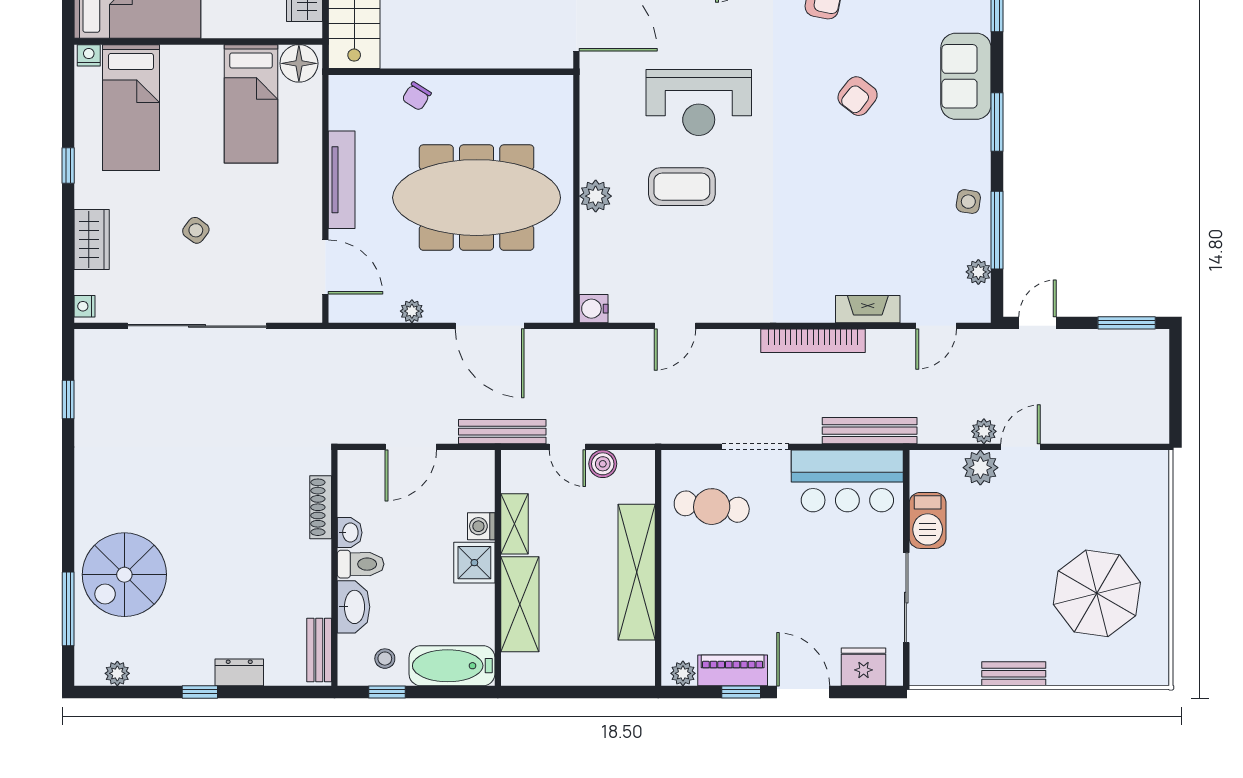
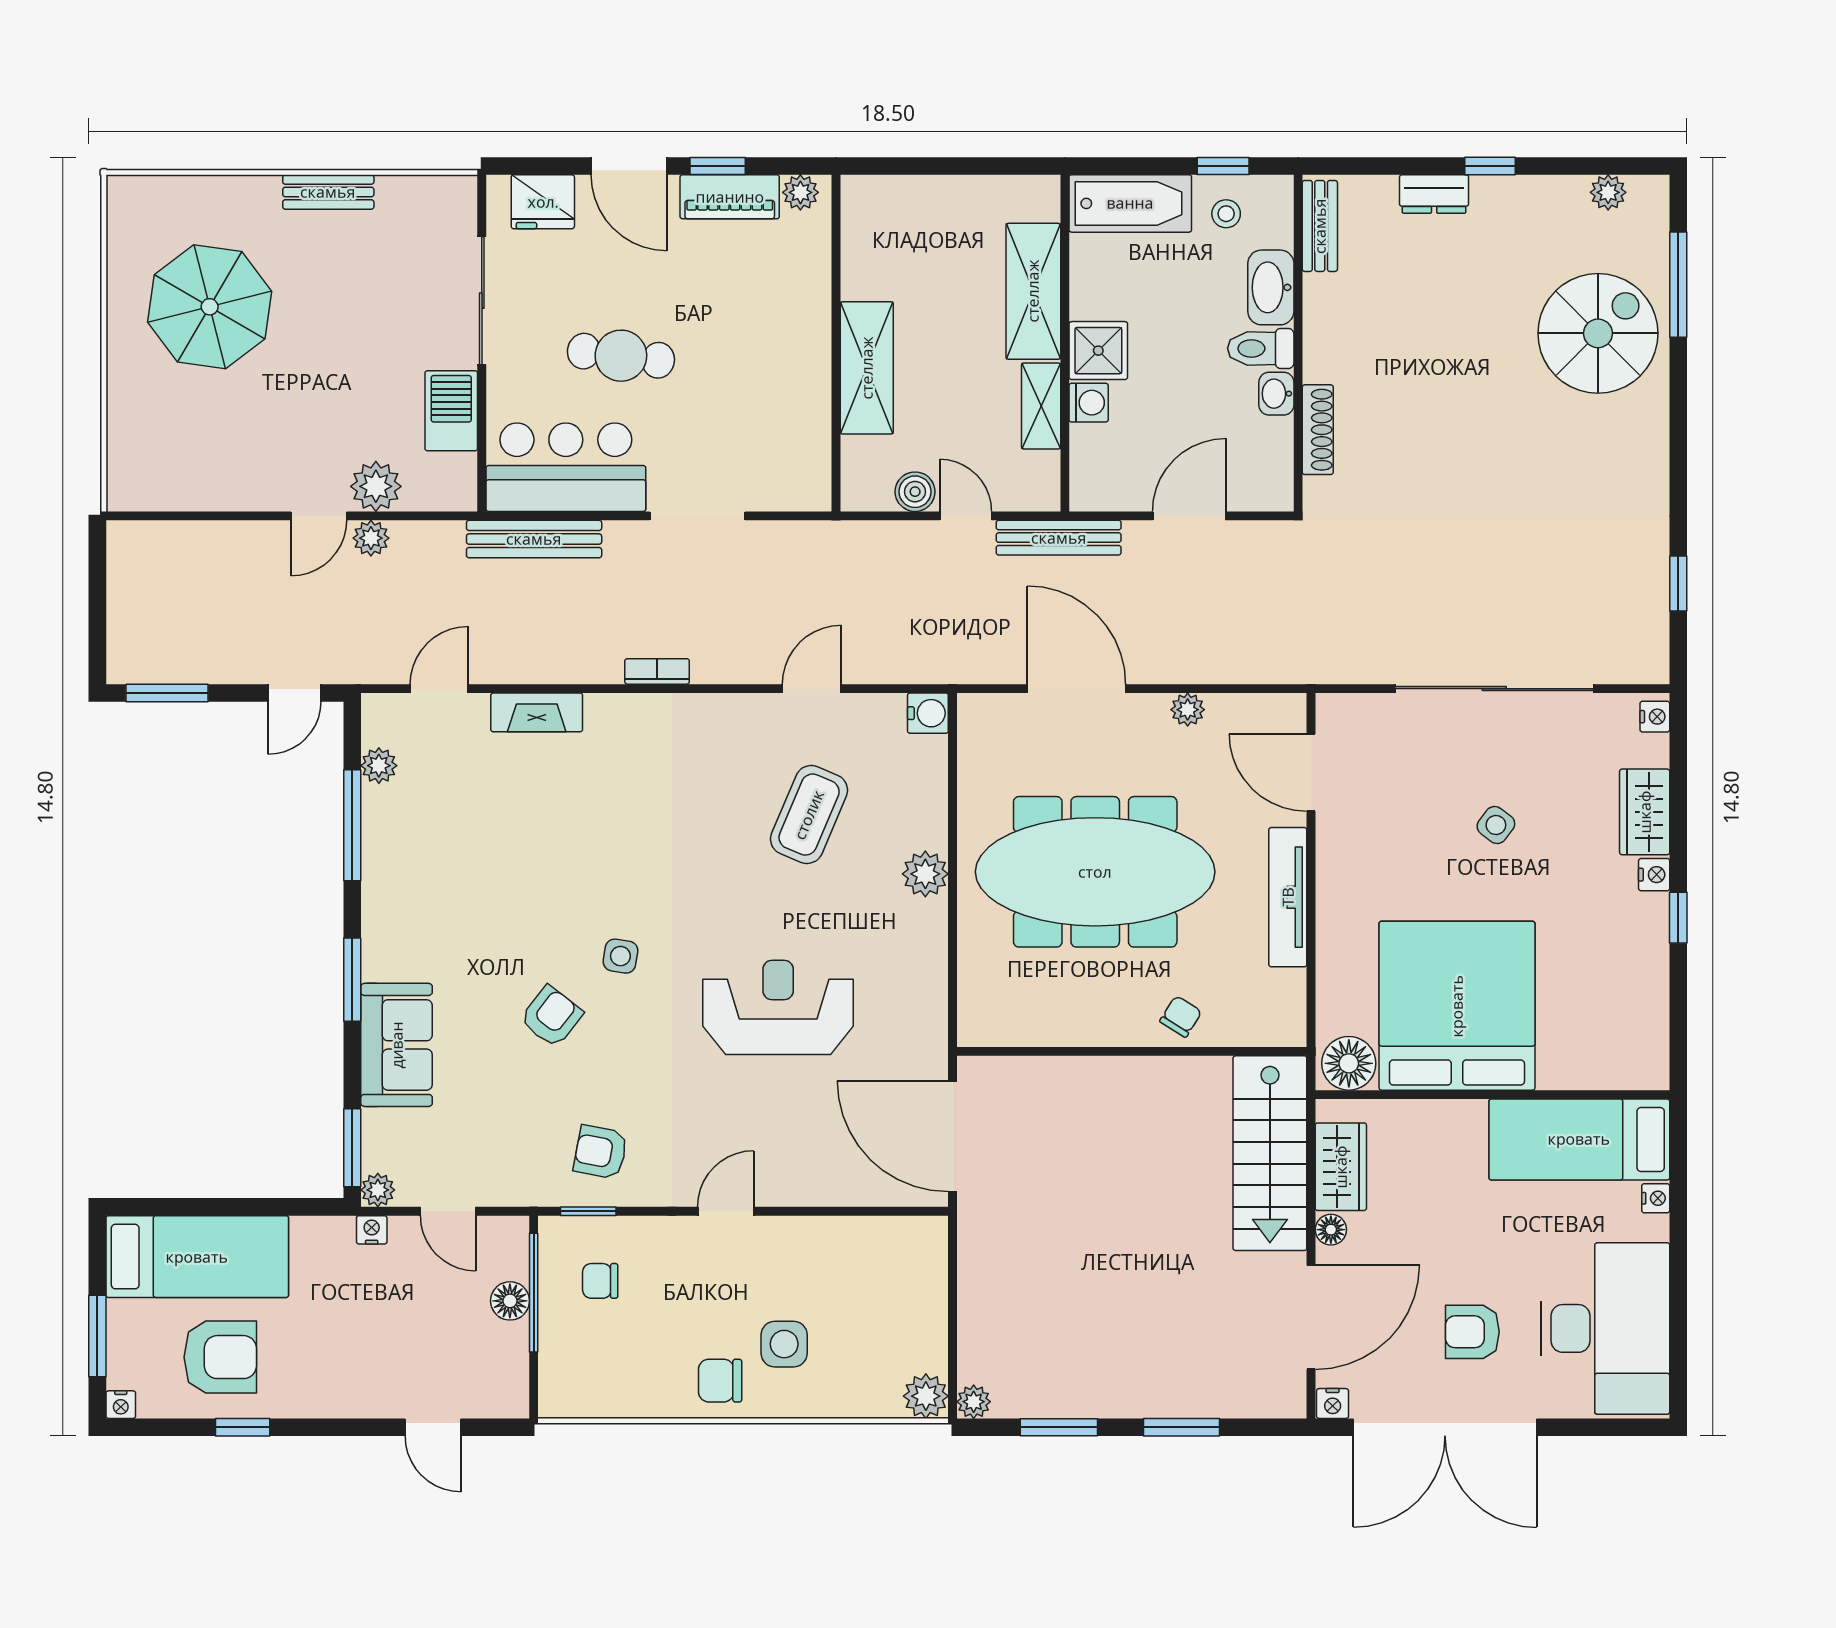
nightstand: (89, 55) -> (1654, 875), moved, turned -90
bed: (251, 104) -> (1457, 1006), width x2.04
bed: (131, 108) -> (1589, 1000), removed
coffee table: (682, 187) -> (809, 815), moved, turned -67
side table: (968, 202) -> (620, 956), moved
bookcase: (813, 341) -> (657, 671), width x0.43, depth x0.76
cafe table: (712, 507) -> (621, 356), moved
shelving: (637, 572) -> (867, 368), width x0.68

